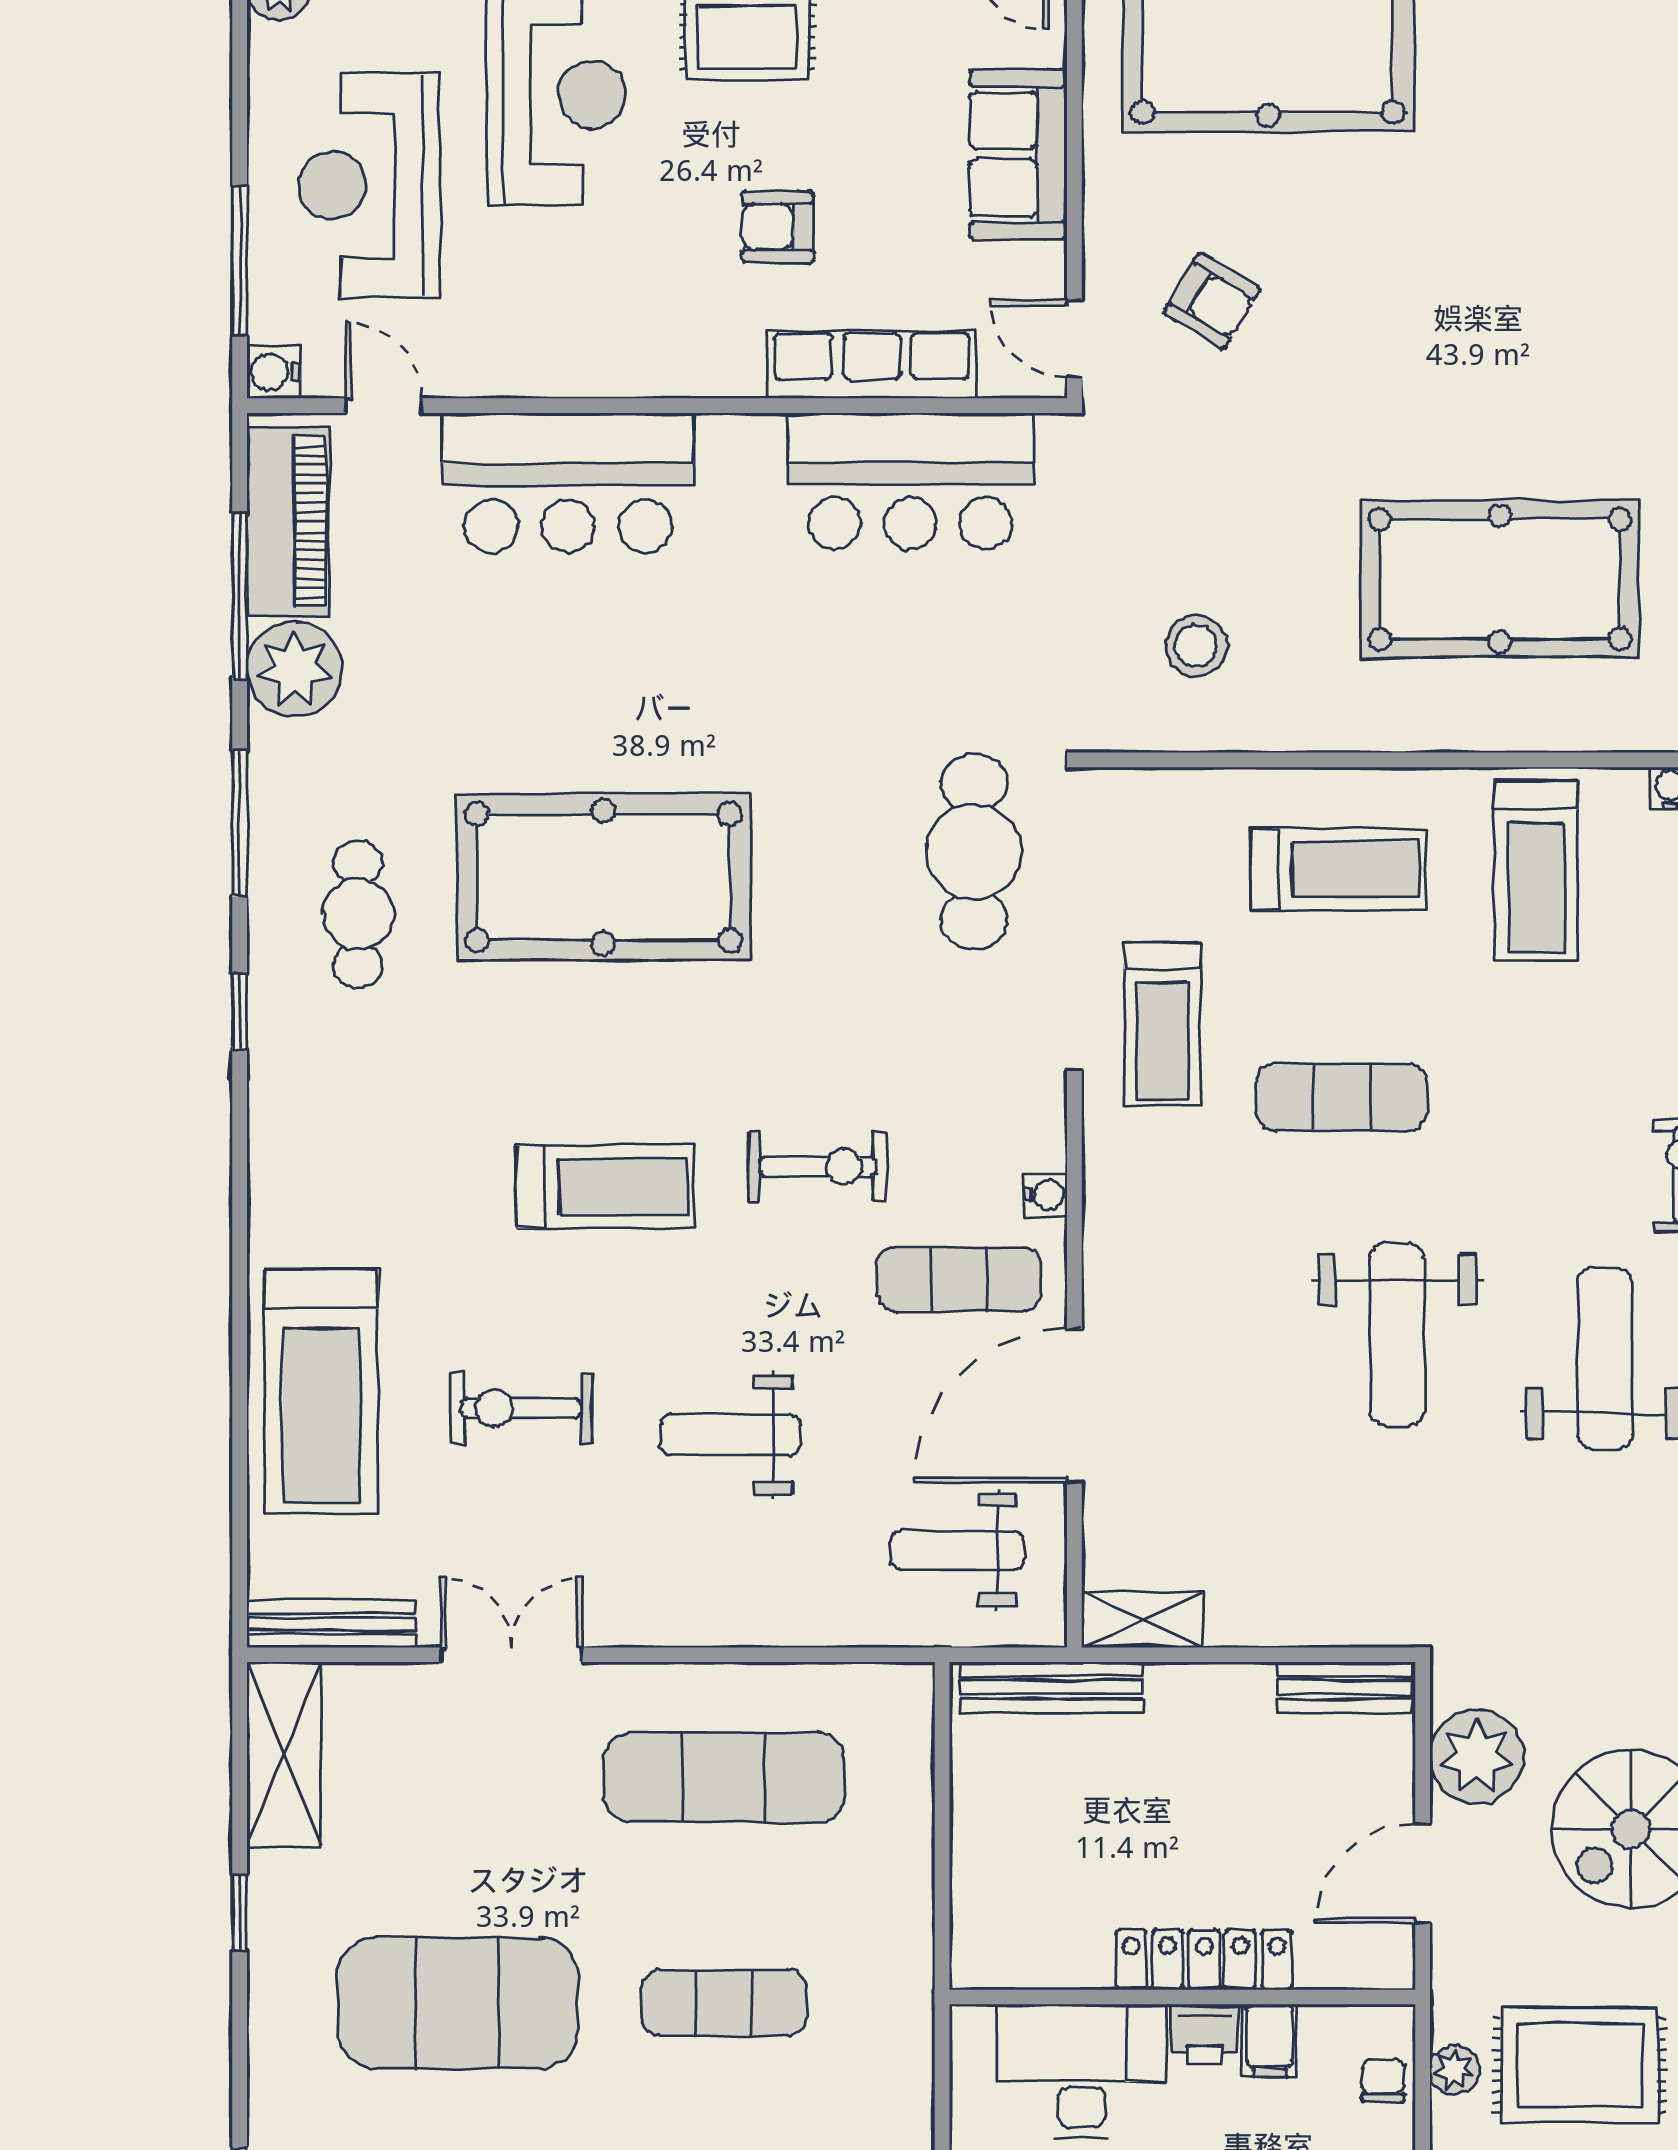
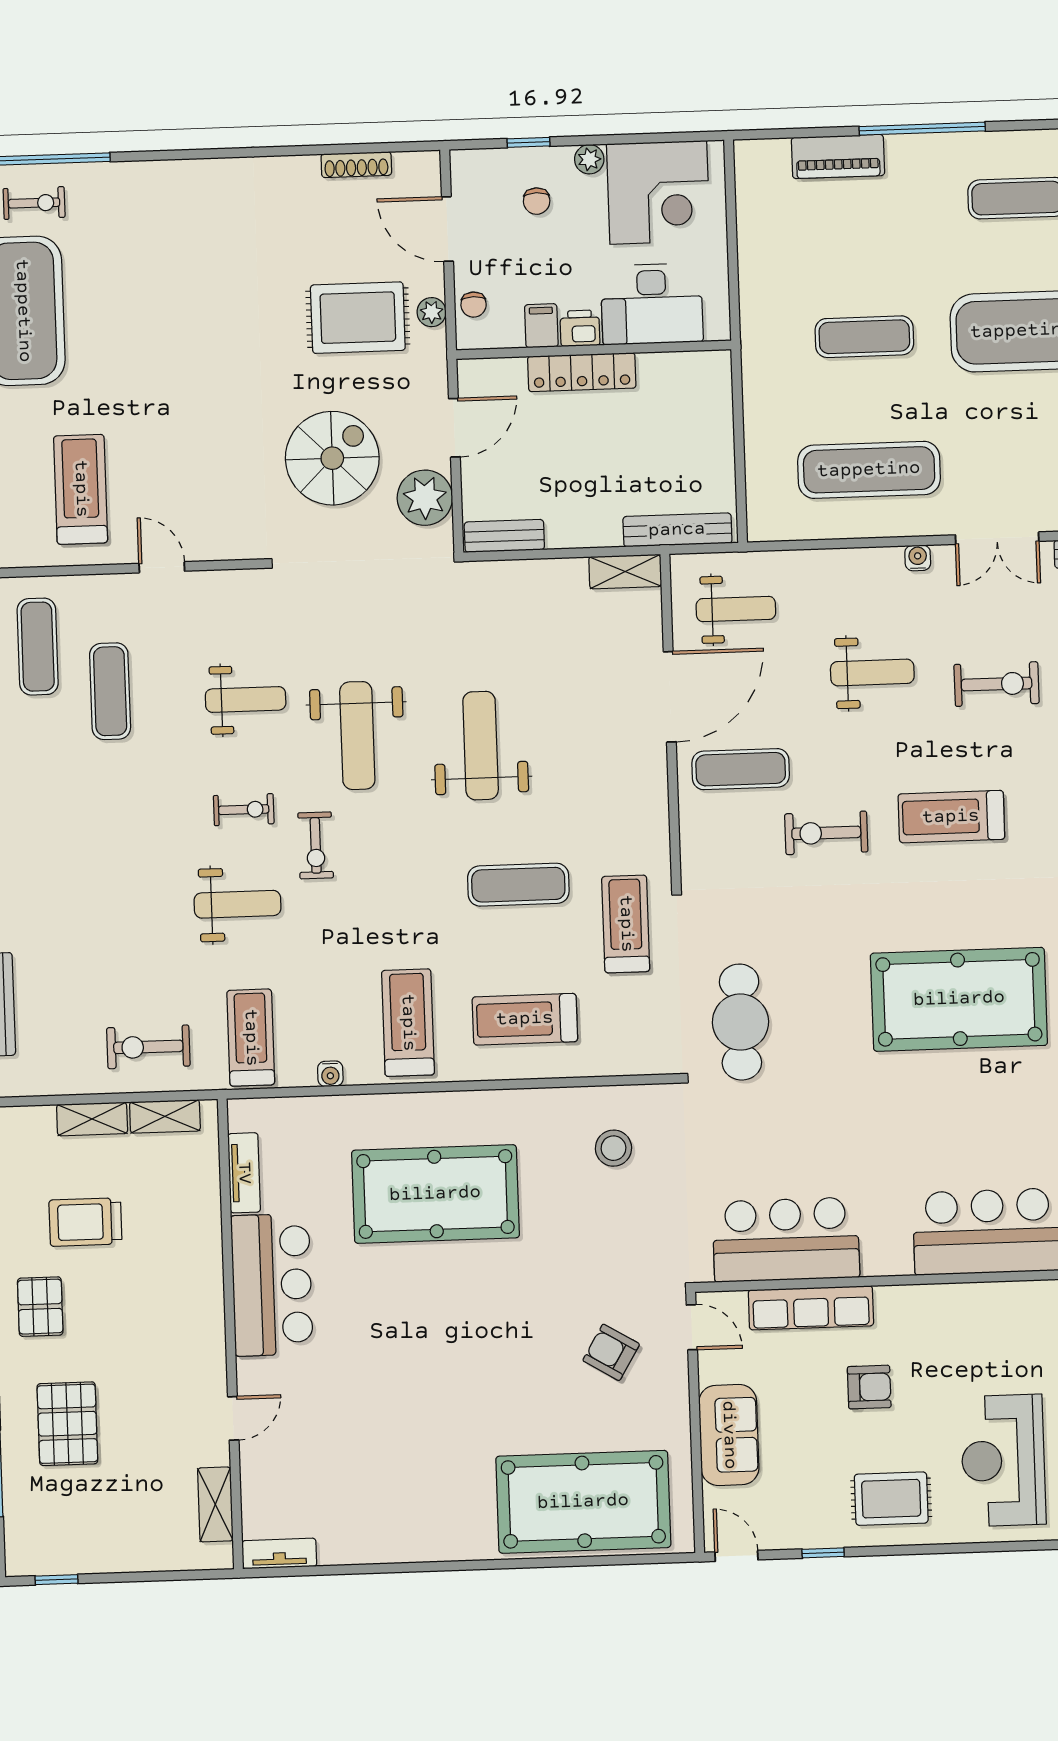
water cooler: (1046, 1195) -> (918, 558), moved, turned 90

